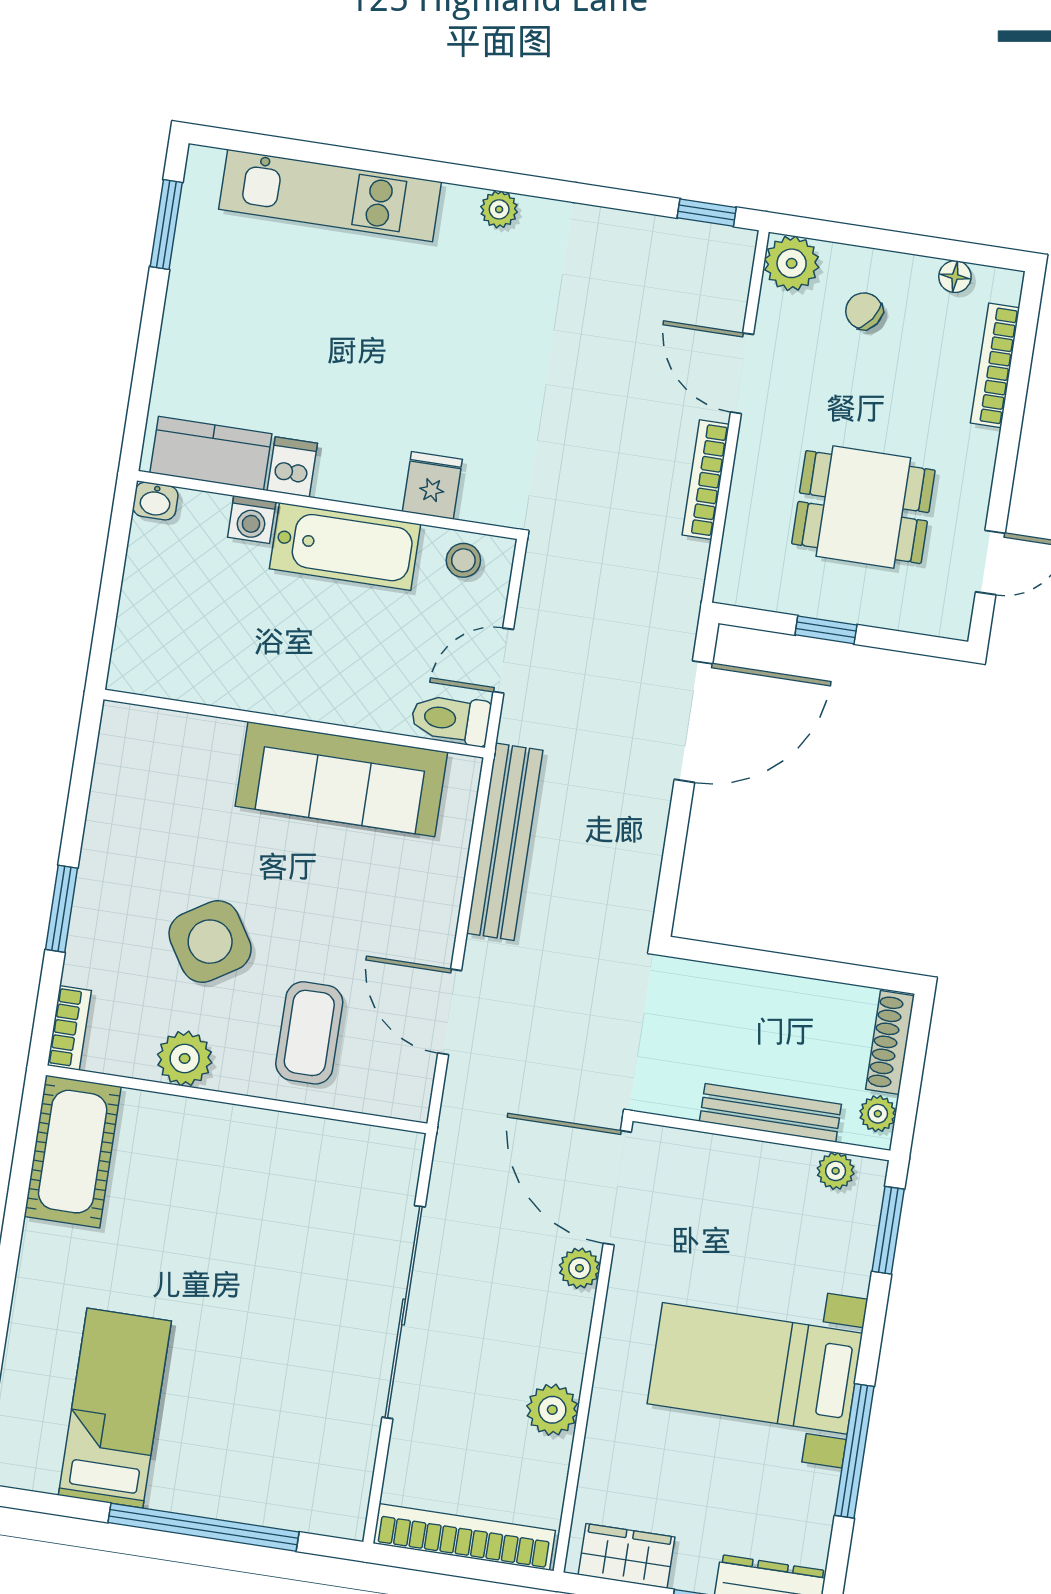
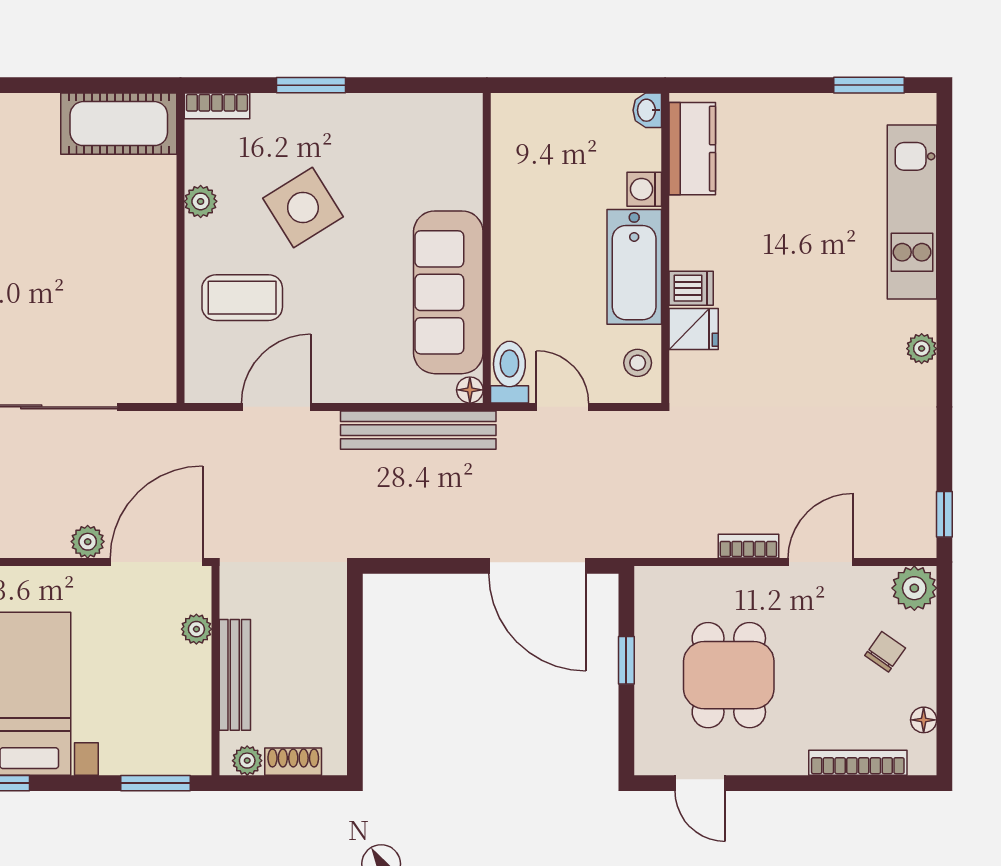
dishwasher: (292, 467) -> (691, 288), moved
bookcase: (706, 480) -> (748, 546), width x0.64
floor lamp: (465, 771) -> (470, 390), added
shoe rack: (890, 1043) -> (293, 762), width x0.70
plant: (185, 1058) -> (201, 201), width x0.73, depth x0.73
plant: (836, 1171) -> (196, 629), moved

